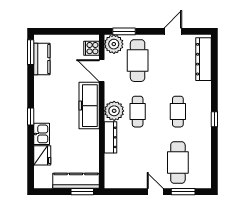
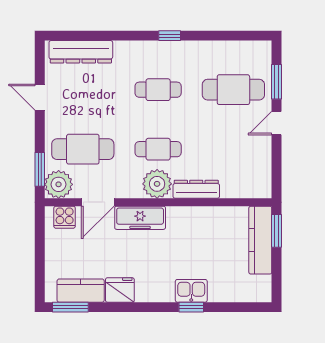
freezer: (89, 106) -> (140, 218), width x0.73, depth x0.79
window: (31, 117) -> (191, 307), moved
fridge: (42, 155) -> (120, 290), moved

